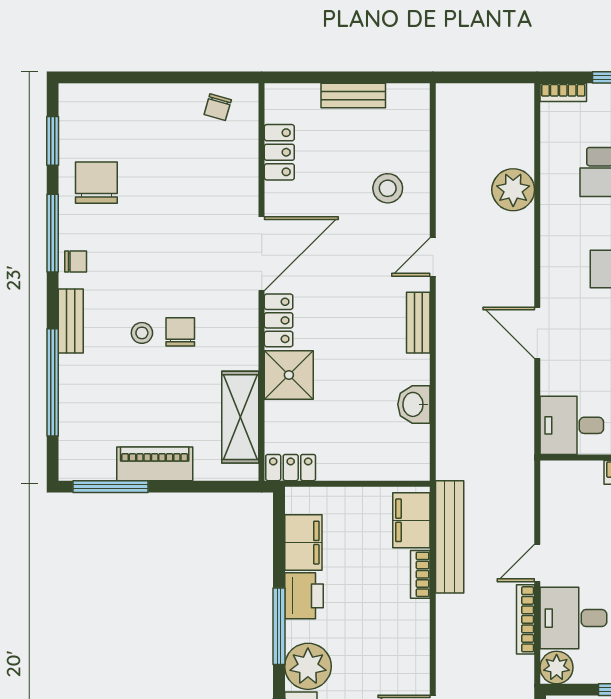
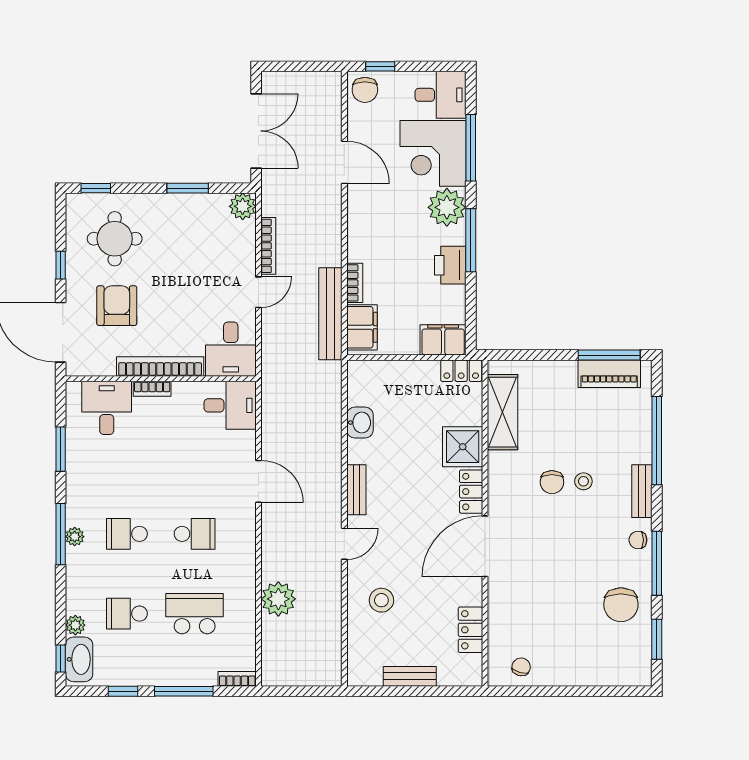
piano: (155, 464) -> (609, 374), moved
filing cabinet: (303, 543) -> (443, 340), moved, turned 90
desk: (573, 618) -> (231, 349), moved, turned 90

